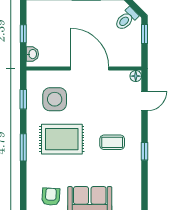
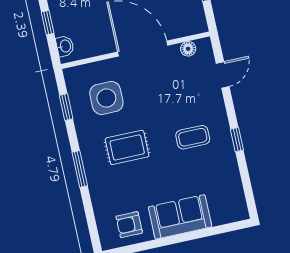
floor lamp: (136, 76) -> (188, 49), moved
rug: (62, 139) -> (127, 147), width x0.73, depth x0.70
armchair: (51, 197) -> (129, 225), turned -93

